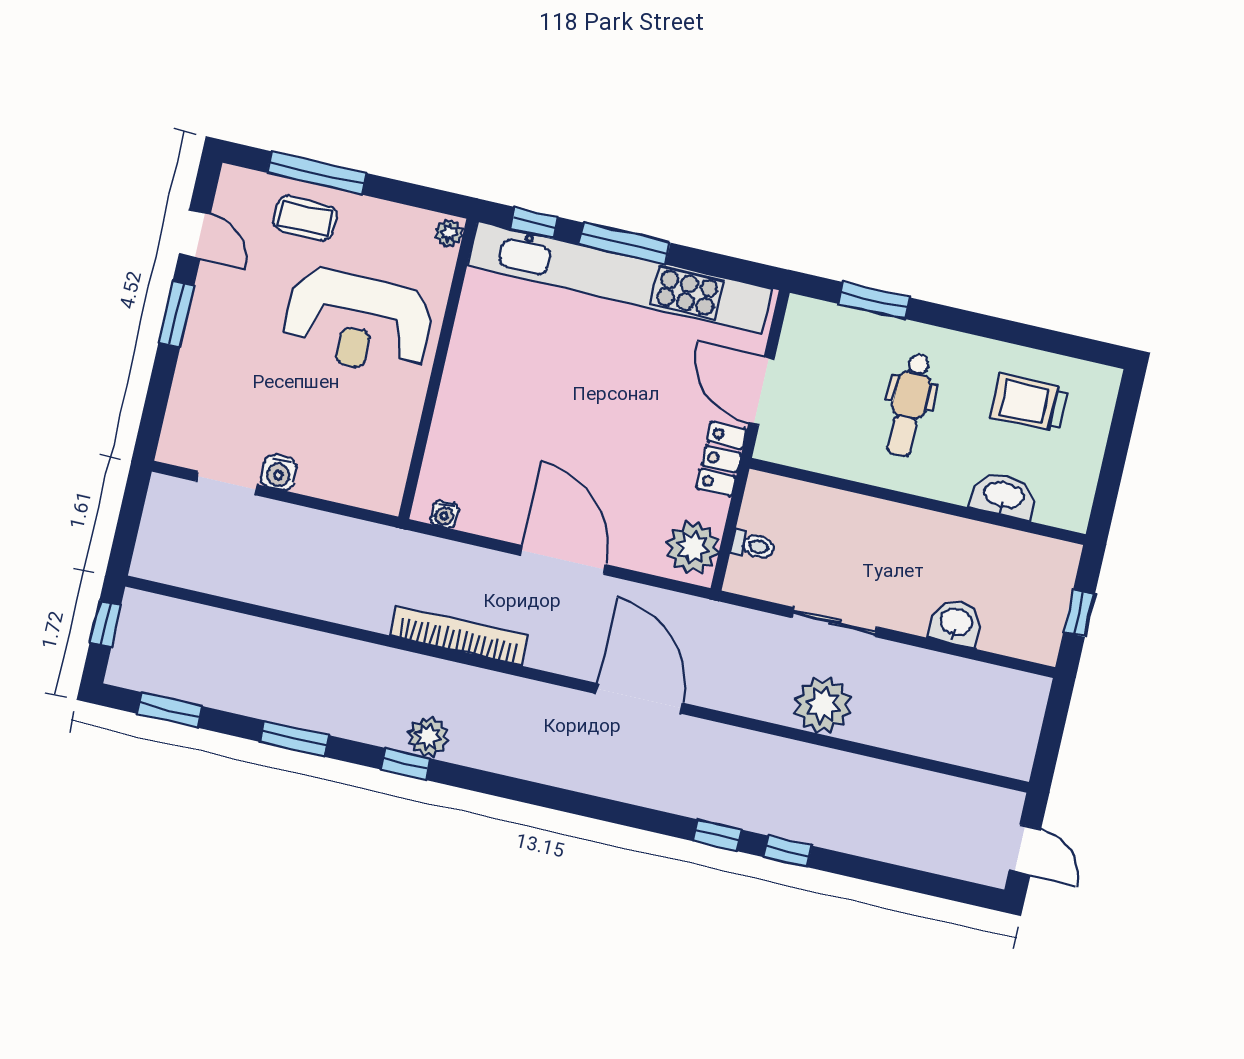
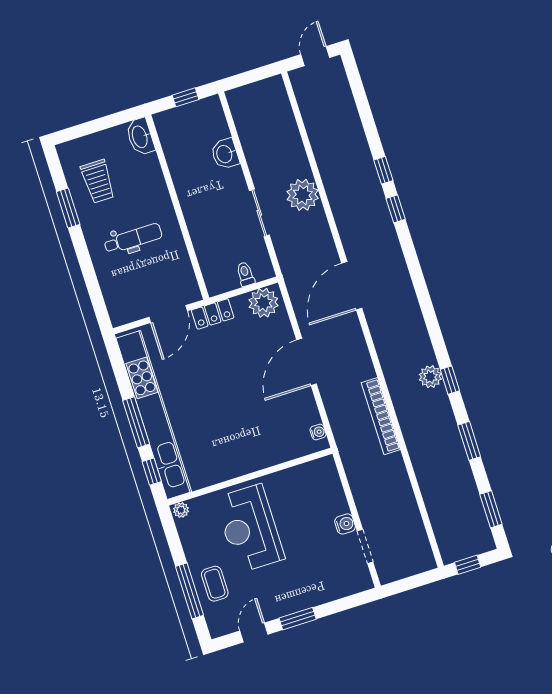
window: (874, 301) -> (68, 208), moved
reception desk: (358, 322) -> (250, 528), turned 180
washbasin: (1004, 496) -> (140, 137), moved
bookcase: (459, 636) -> (381, 416), moved

